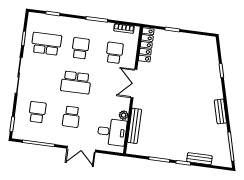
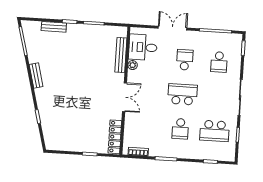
school desk: (114, 53) -> (146, 127), removed

